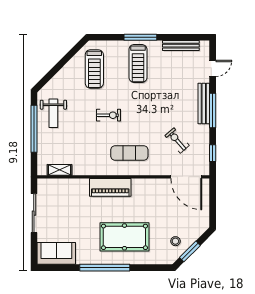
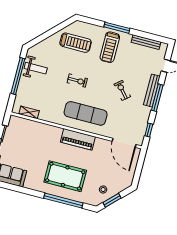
treadmill: (94, 69) -> (76, 43), turned -90
weight bench: (53, 113) -> (36, 68), turned -90
exercise bike: (177, 140) -> (122, 90), moved
exercise mat: (129, 153) -> (86, 113), width x1.36, depth x1.45
piano: (110, 187) -> (78, 139), moved
window: (105, 268) -> (63, 201), moved

